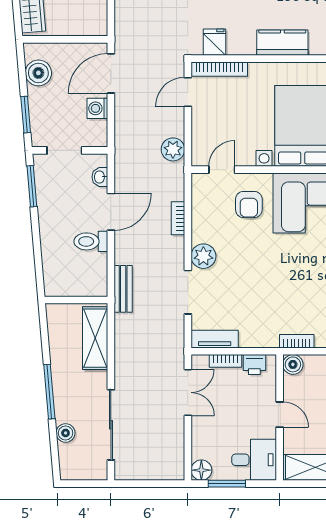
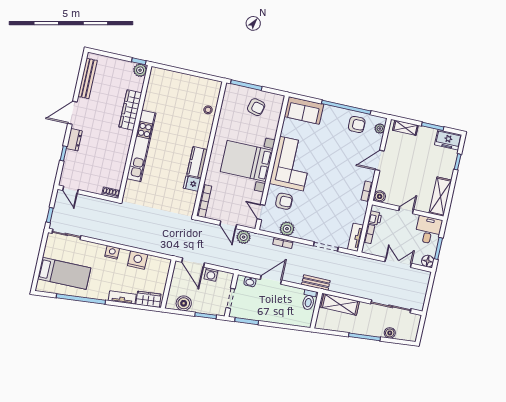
fridge: (215, 42) -> (192, 184), moved
door: (188, 92) -> (228, 225), moved
door: (111, 212) -> (271, 280), hinge flipped
toilet: (91, 241) -> (309, 300), moved
plant: (203, 256) -> (287, 229), moved
double door: (188, 392) -> (398, 263), moved

